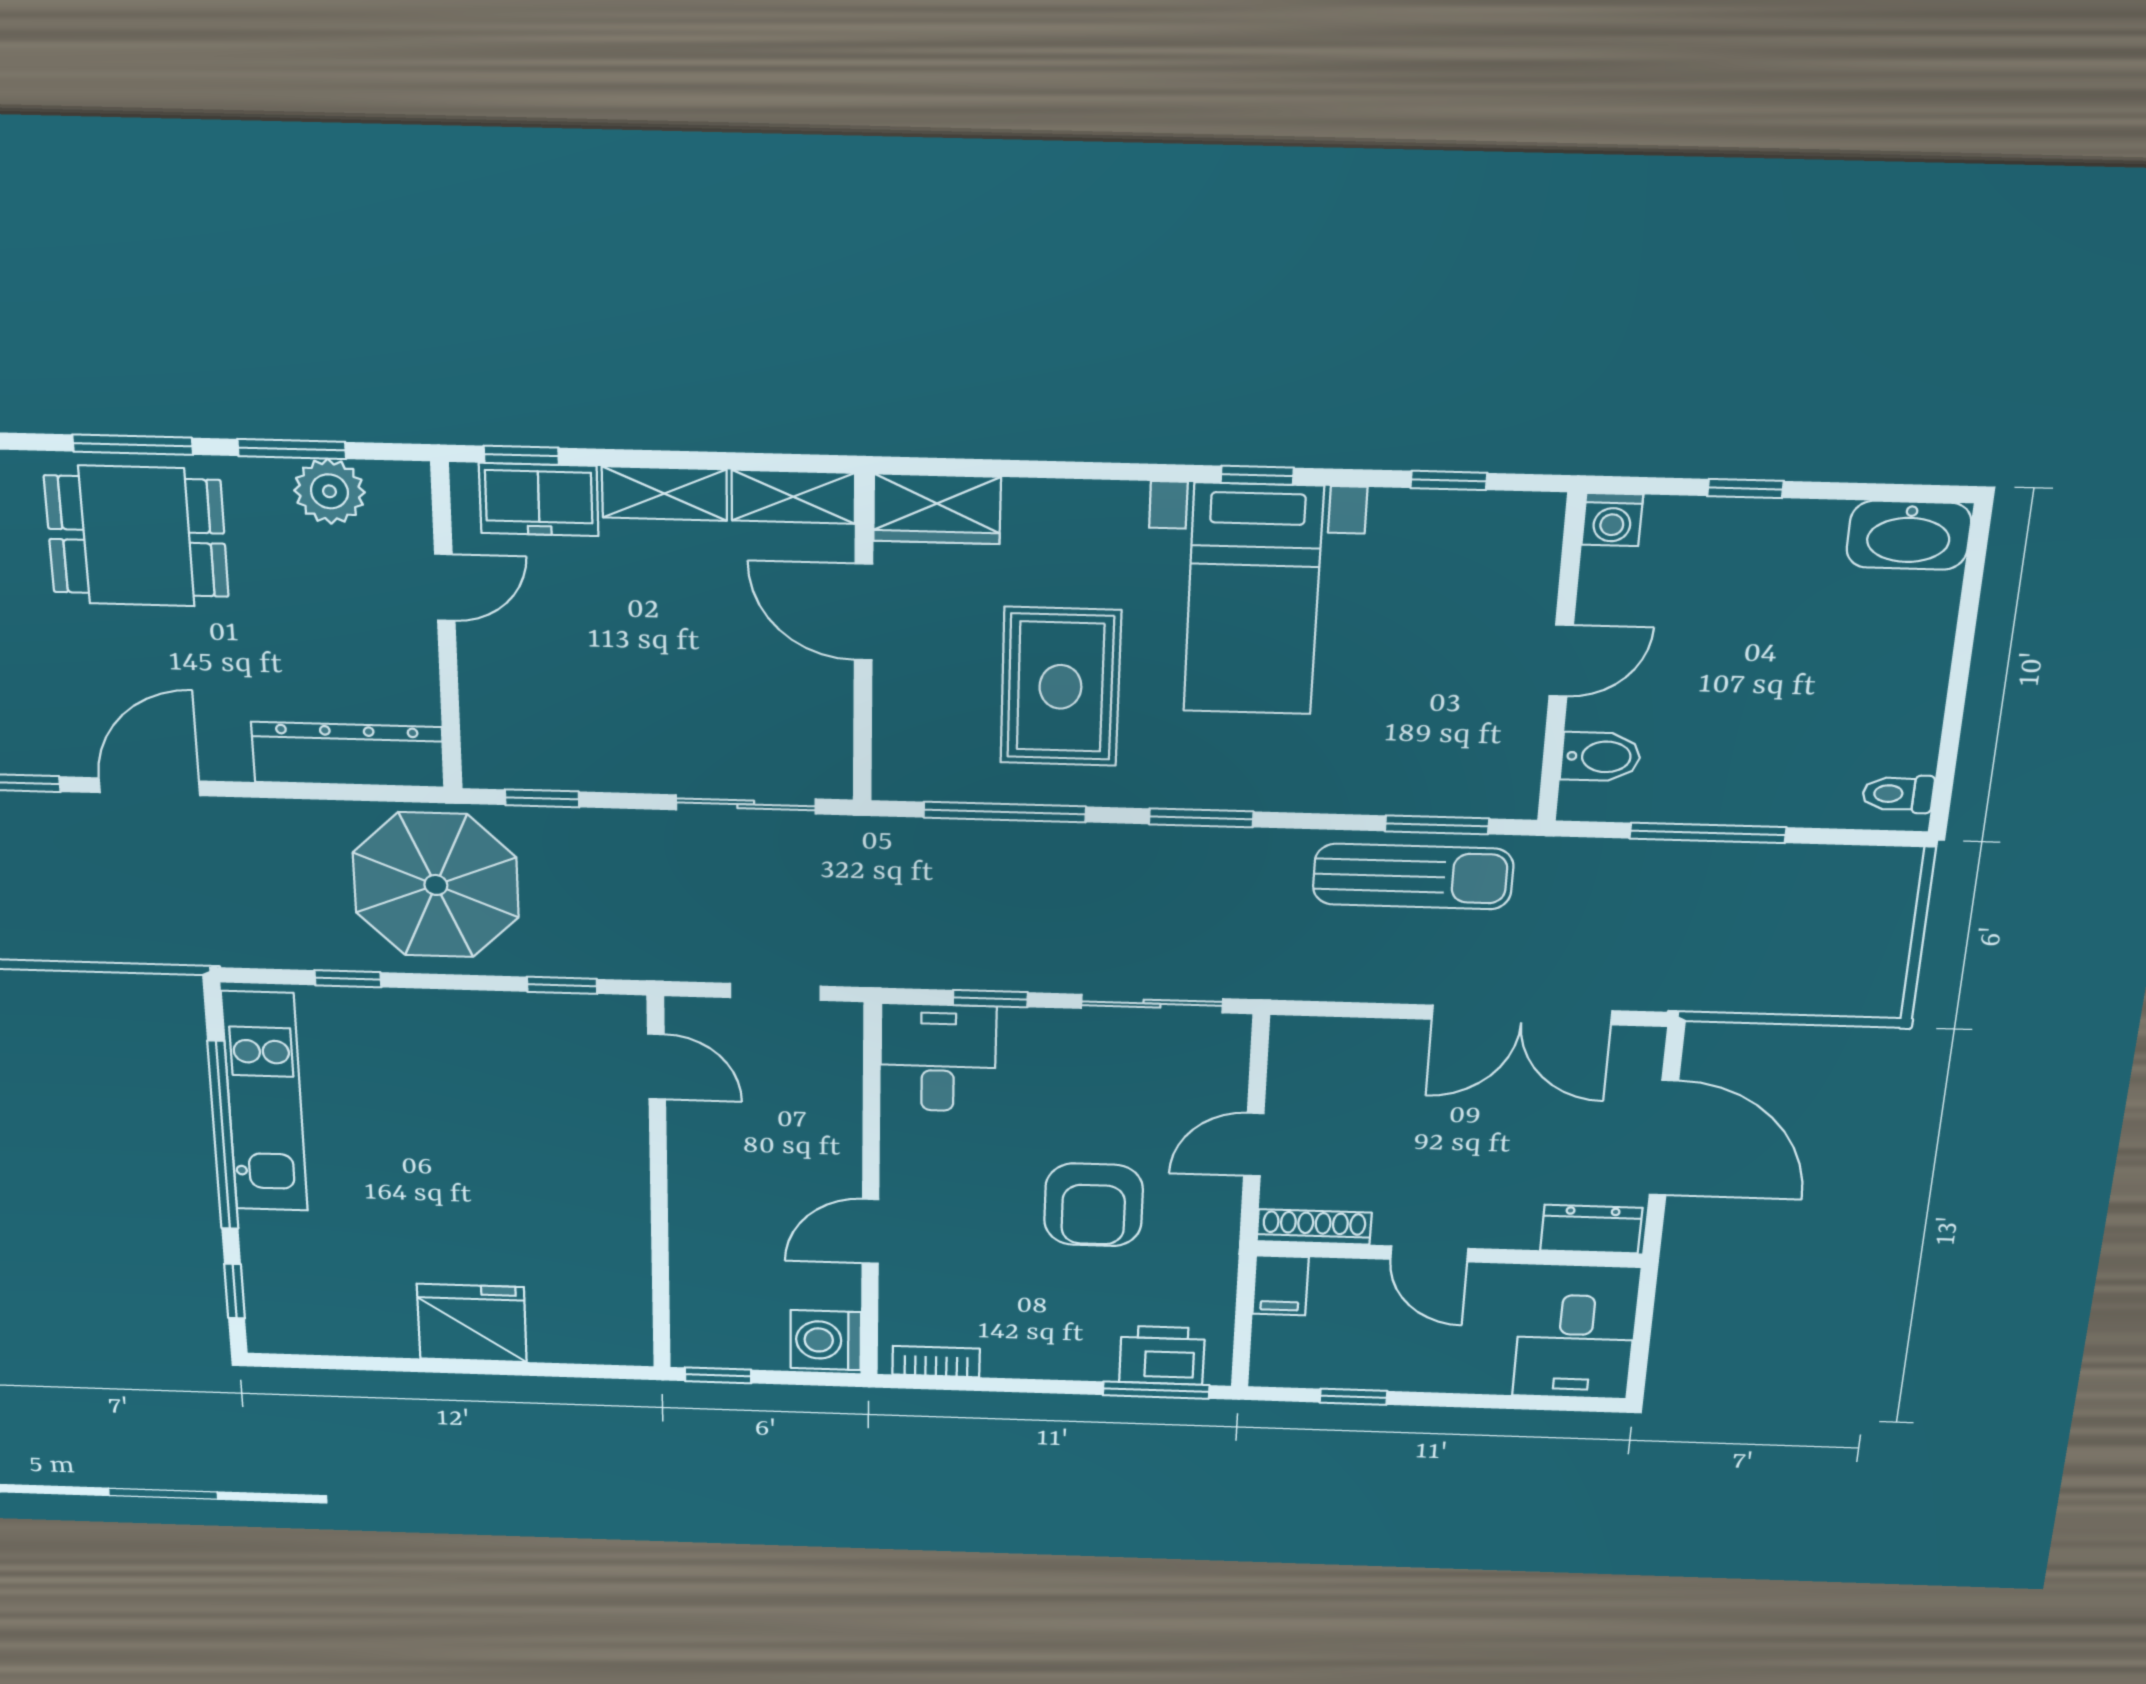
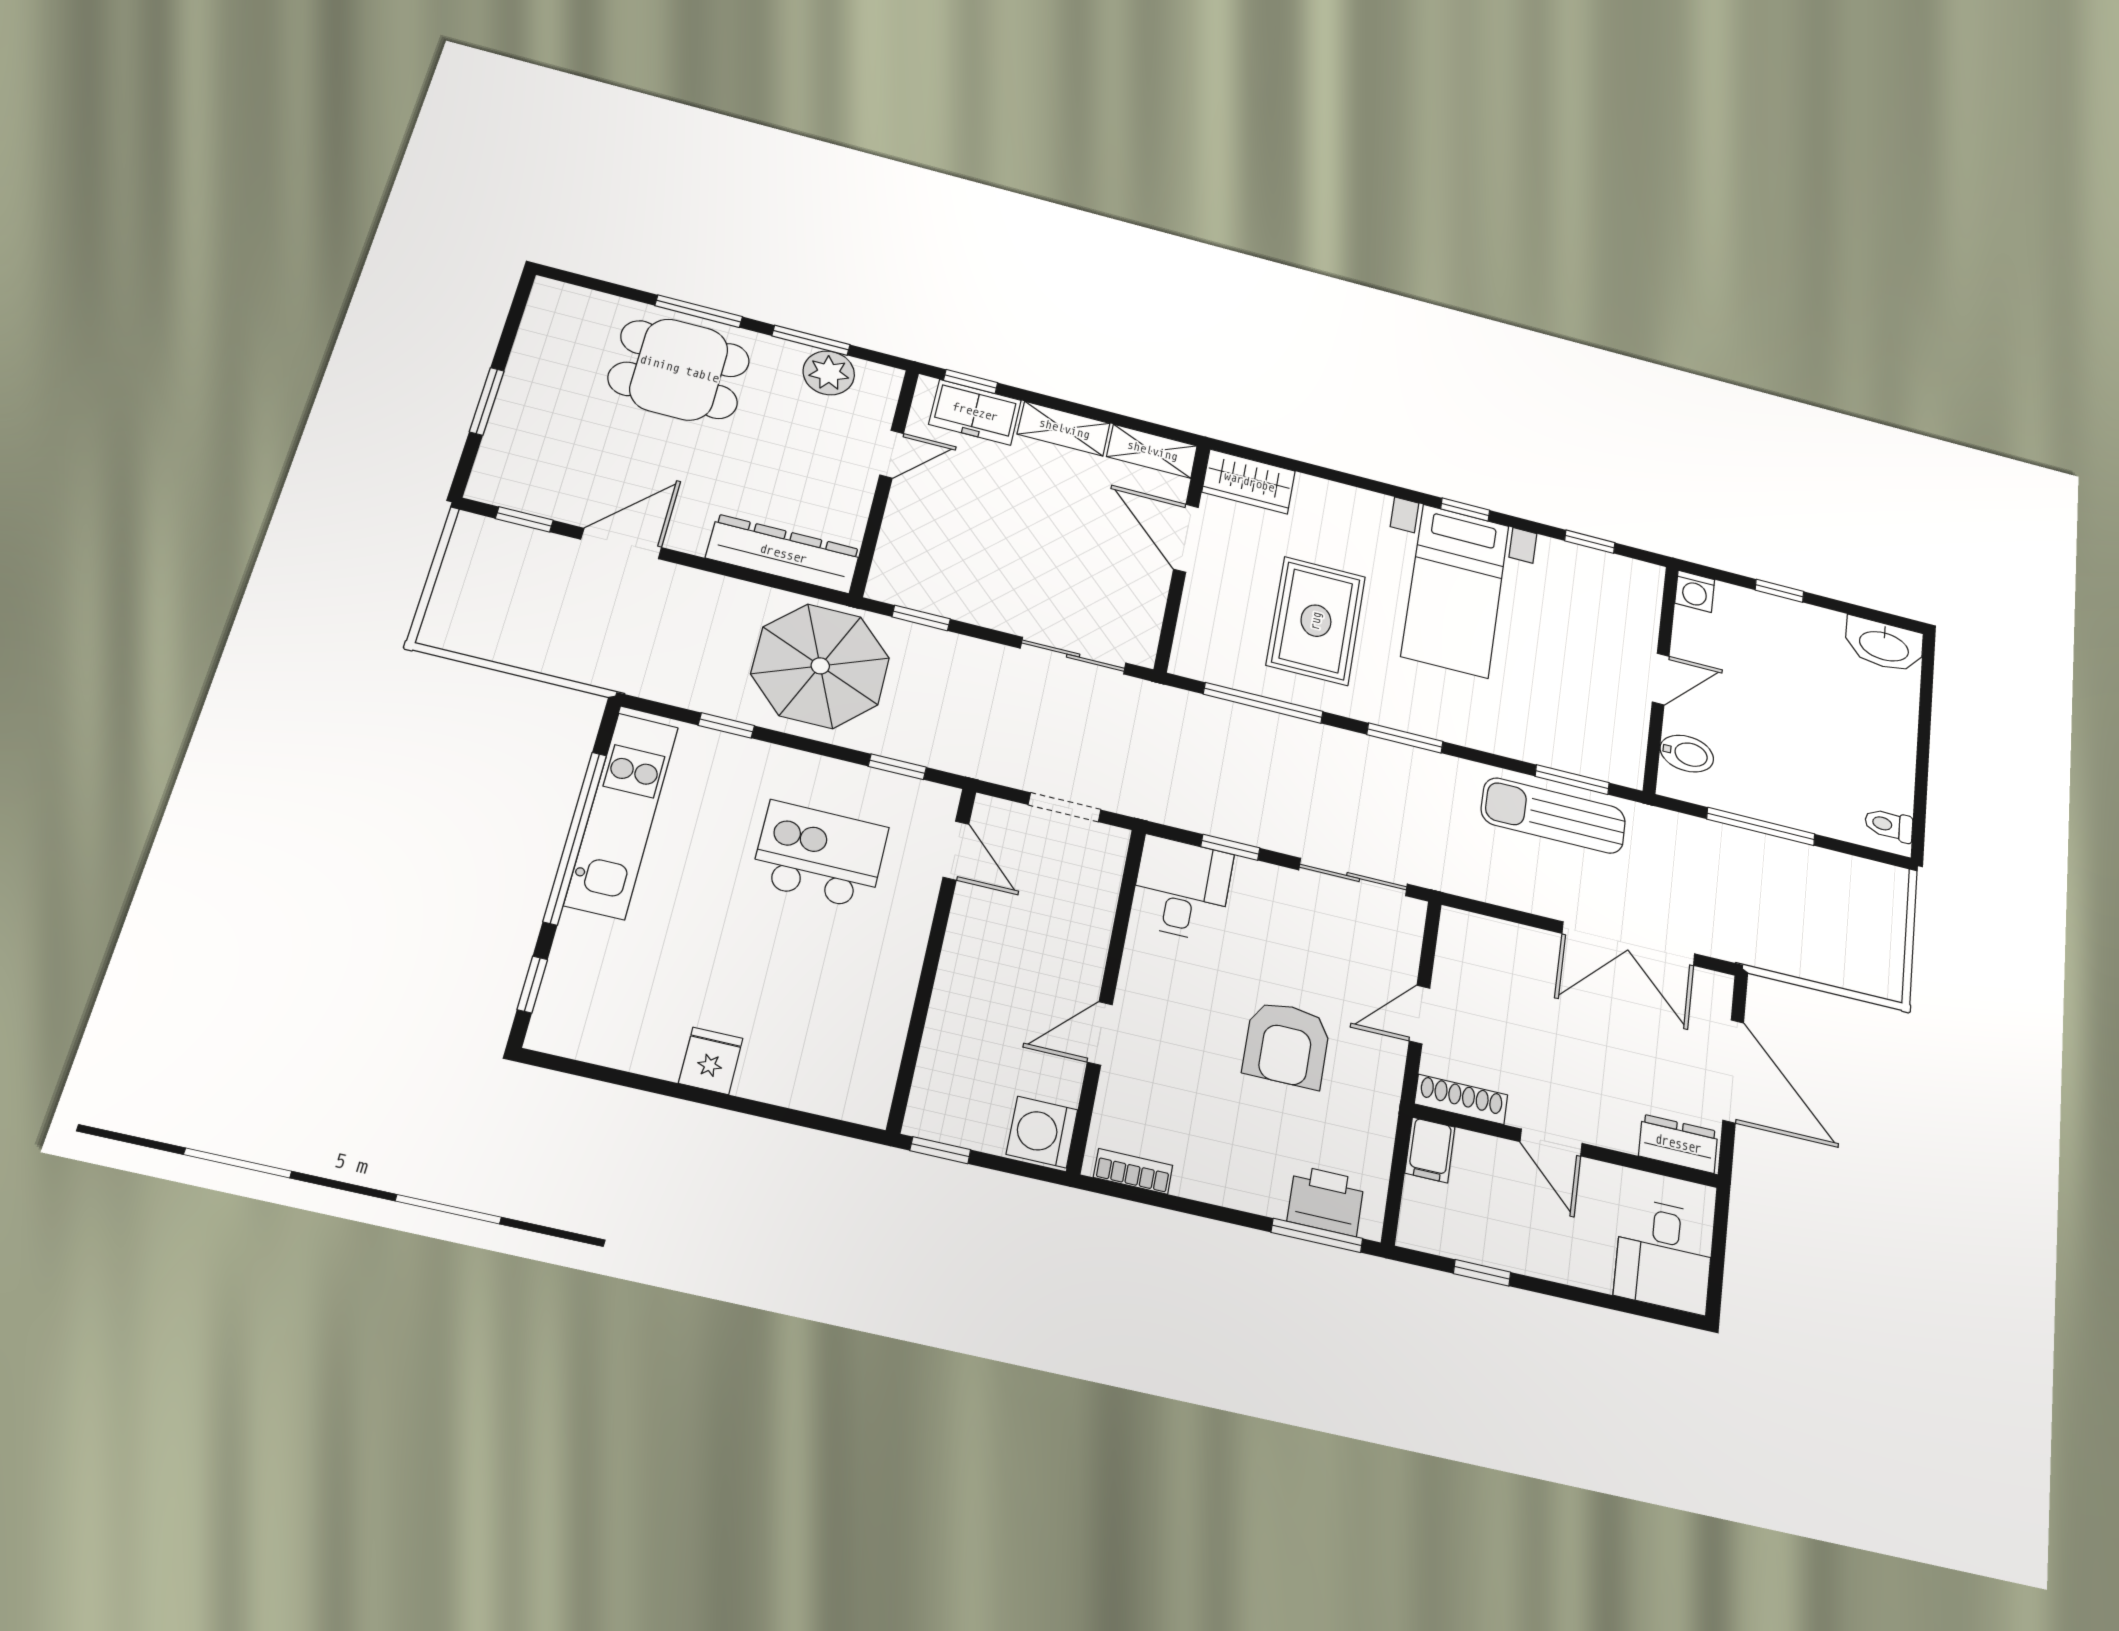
sun lounger: (1413, 877) -> (1553, 816), turned 180
kitchen island: (500, 1102) -> (820, 855), added
fridge: (472, 1323) -> (711, 1061), width x0.53, depth x0.75

